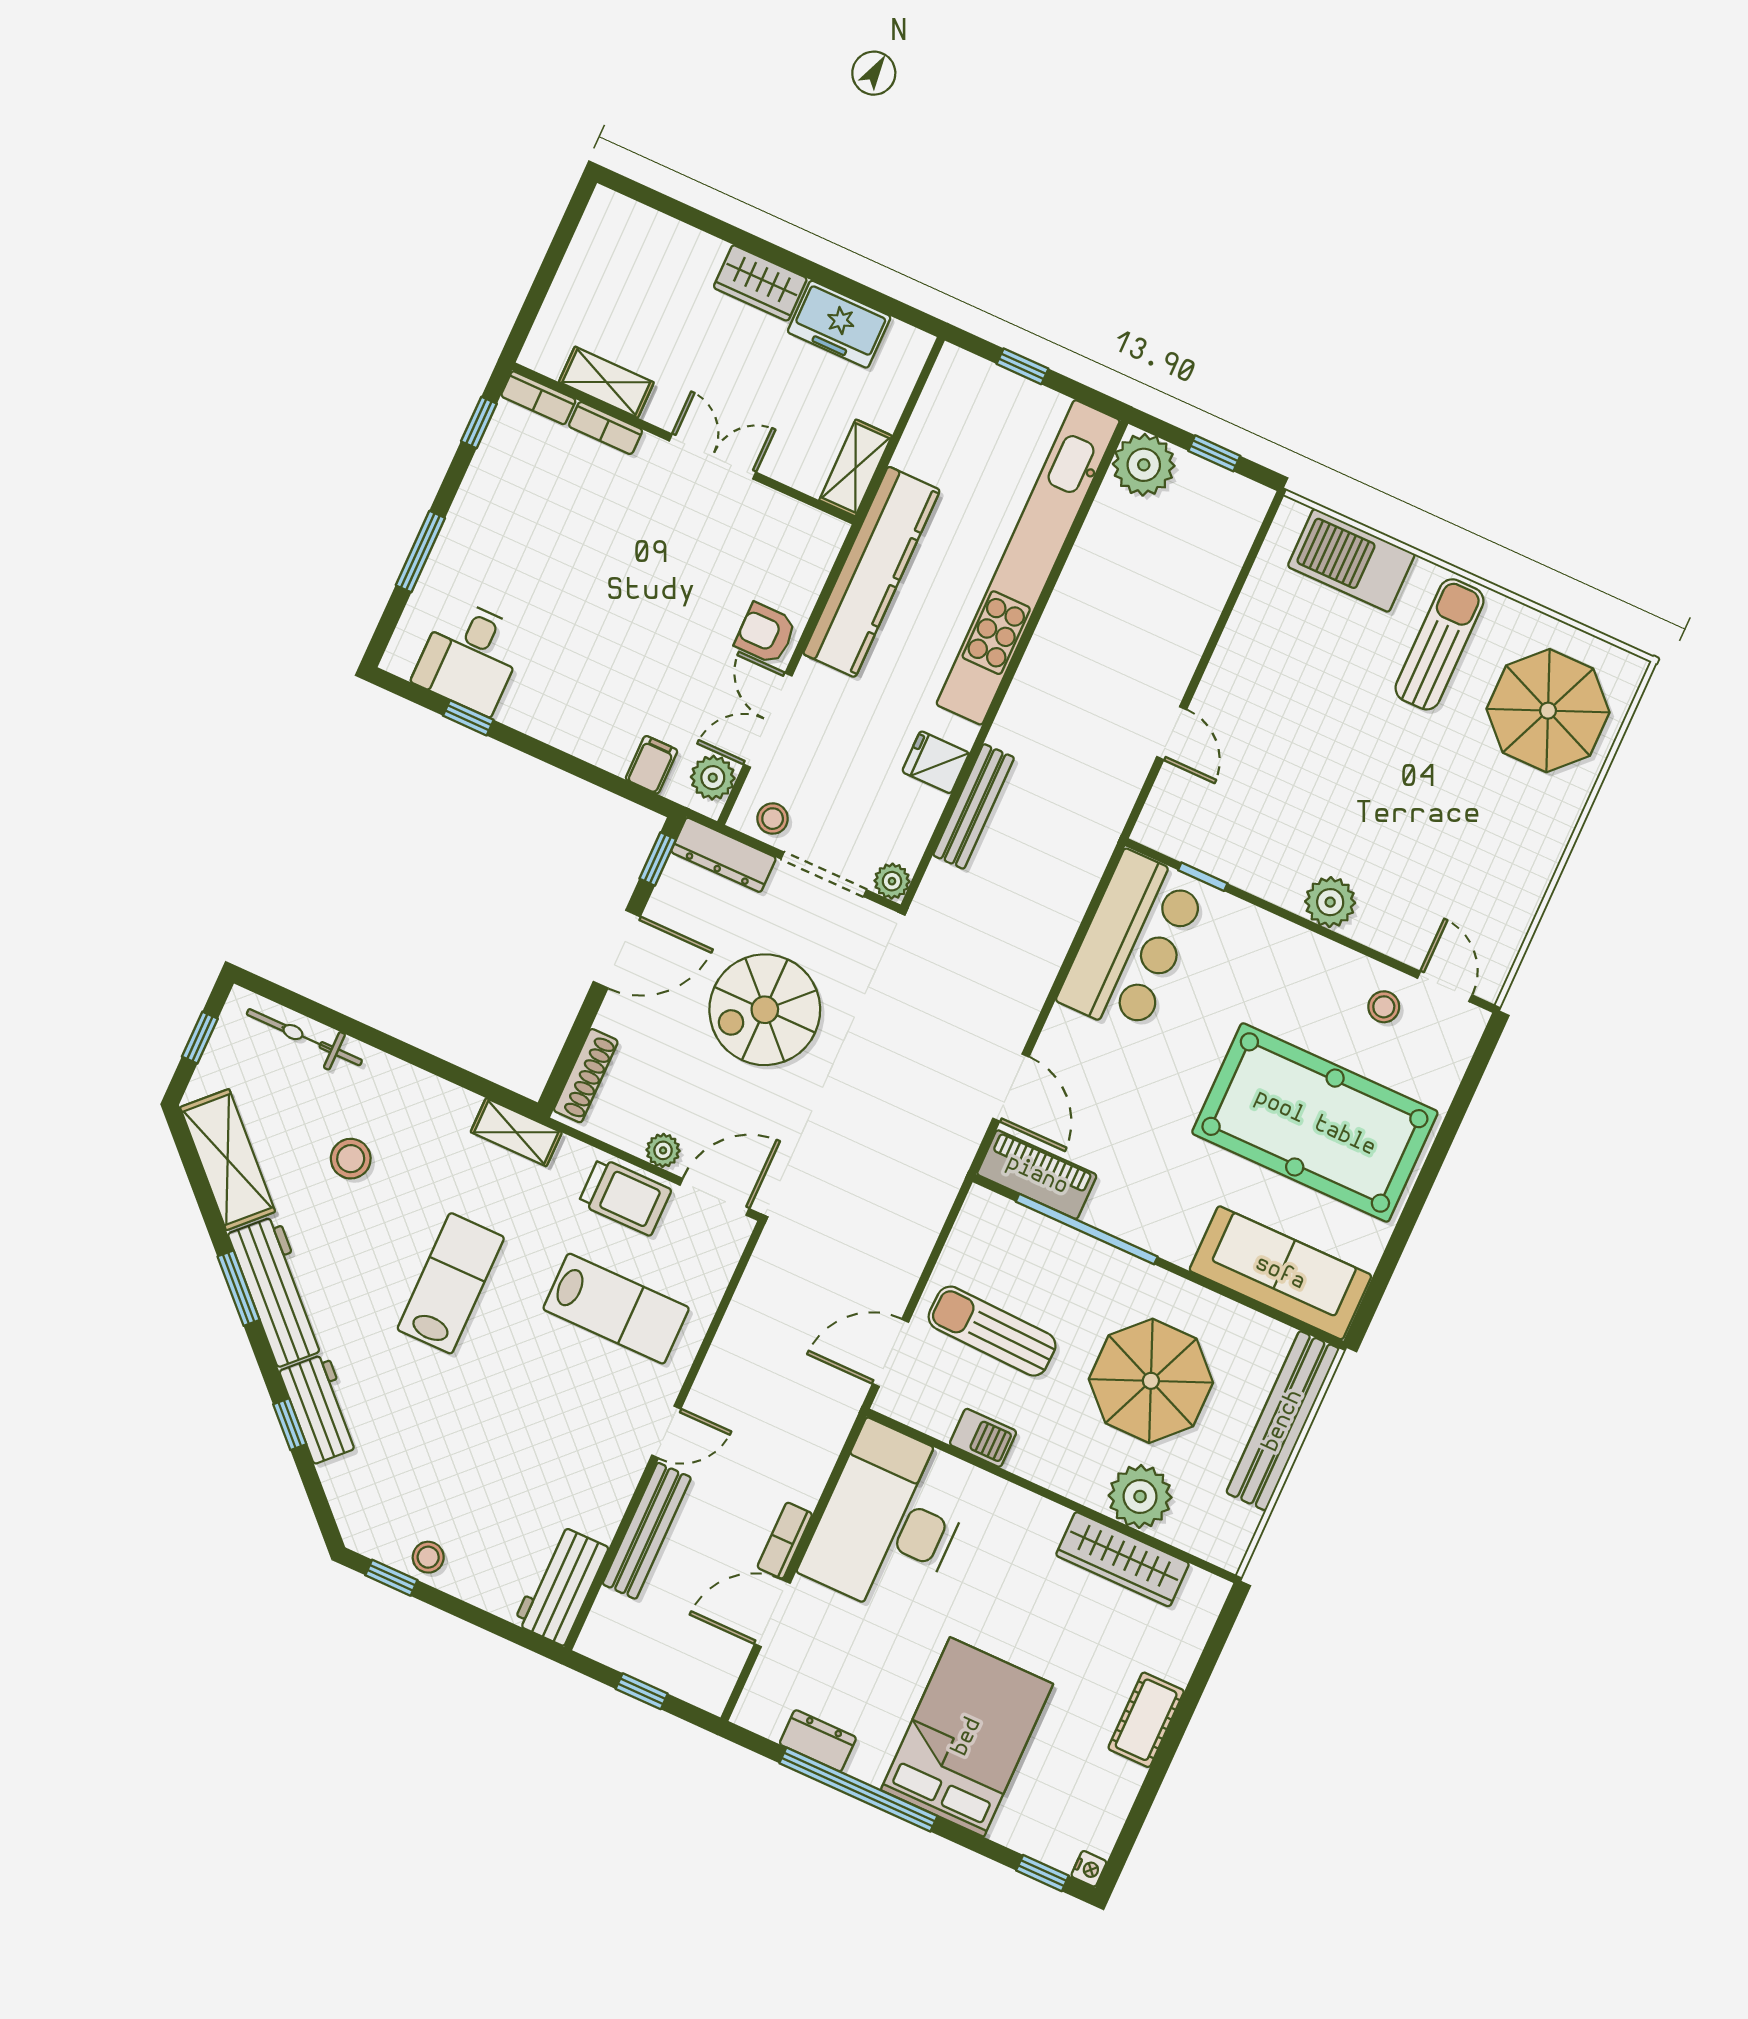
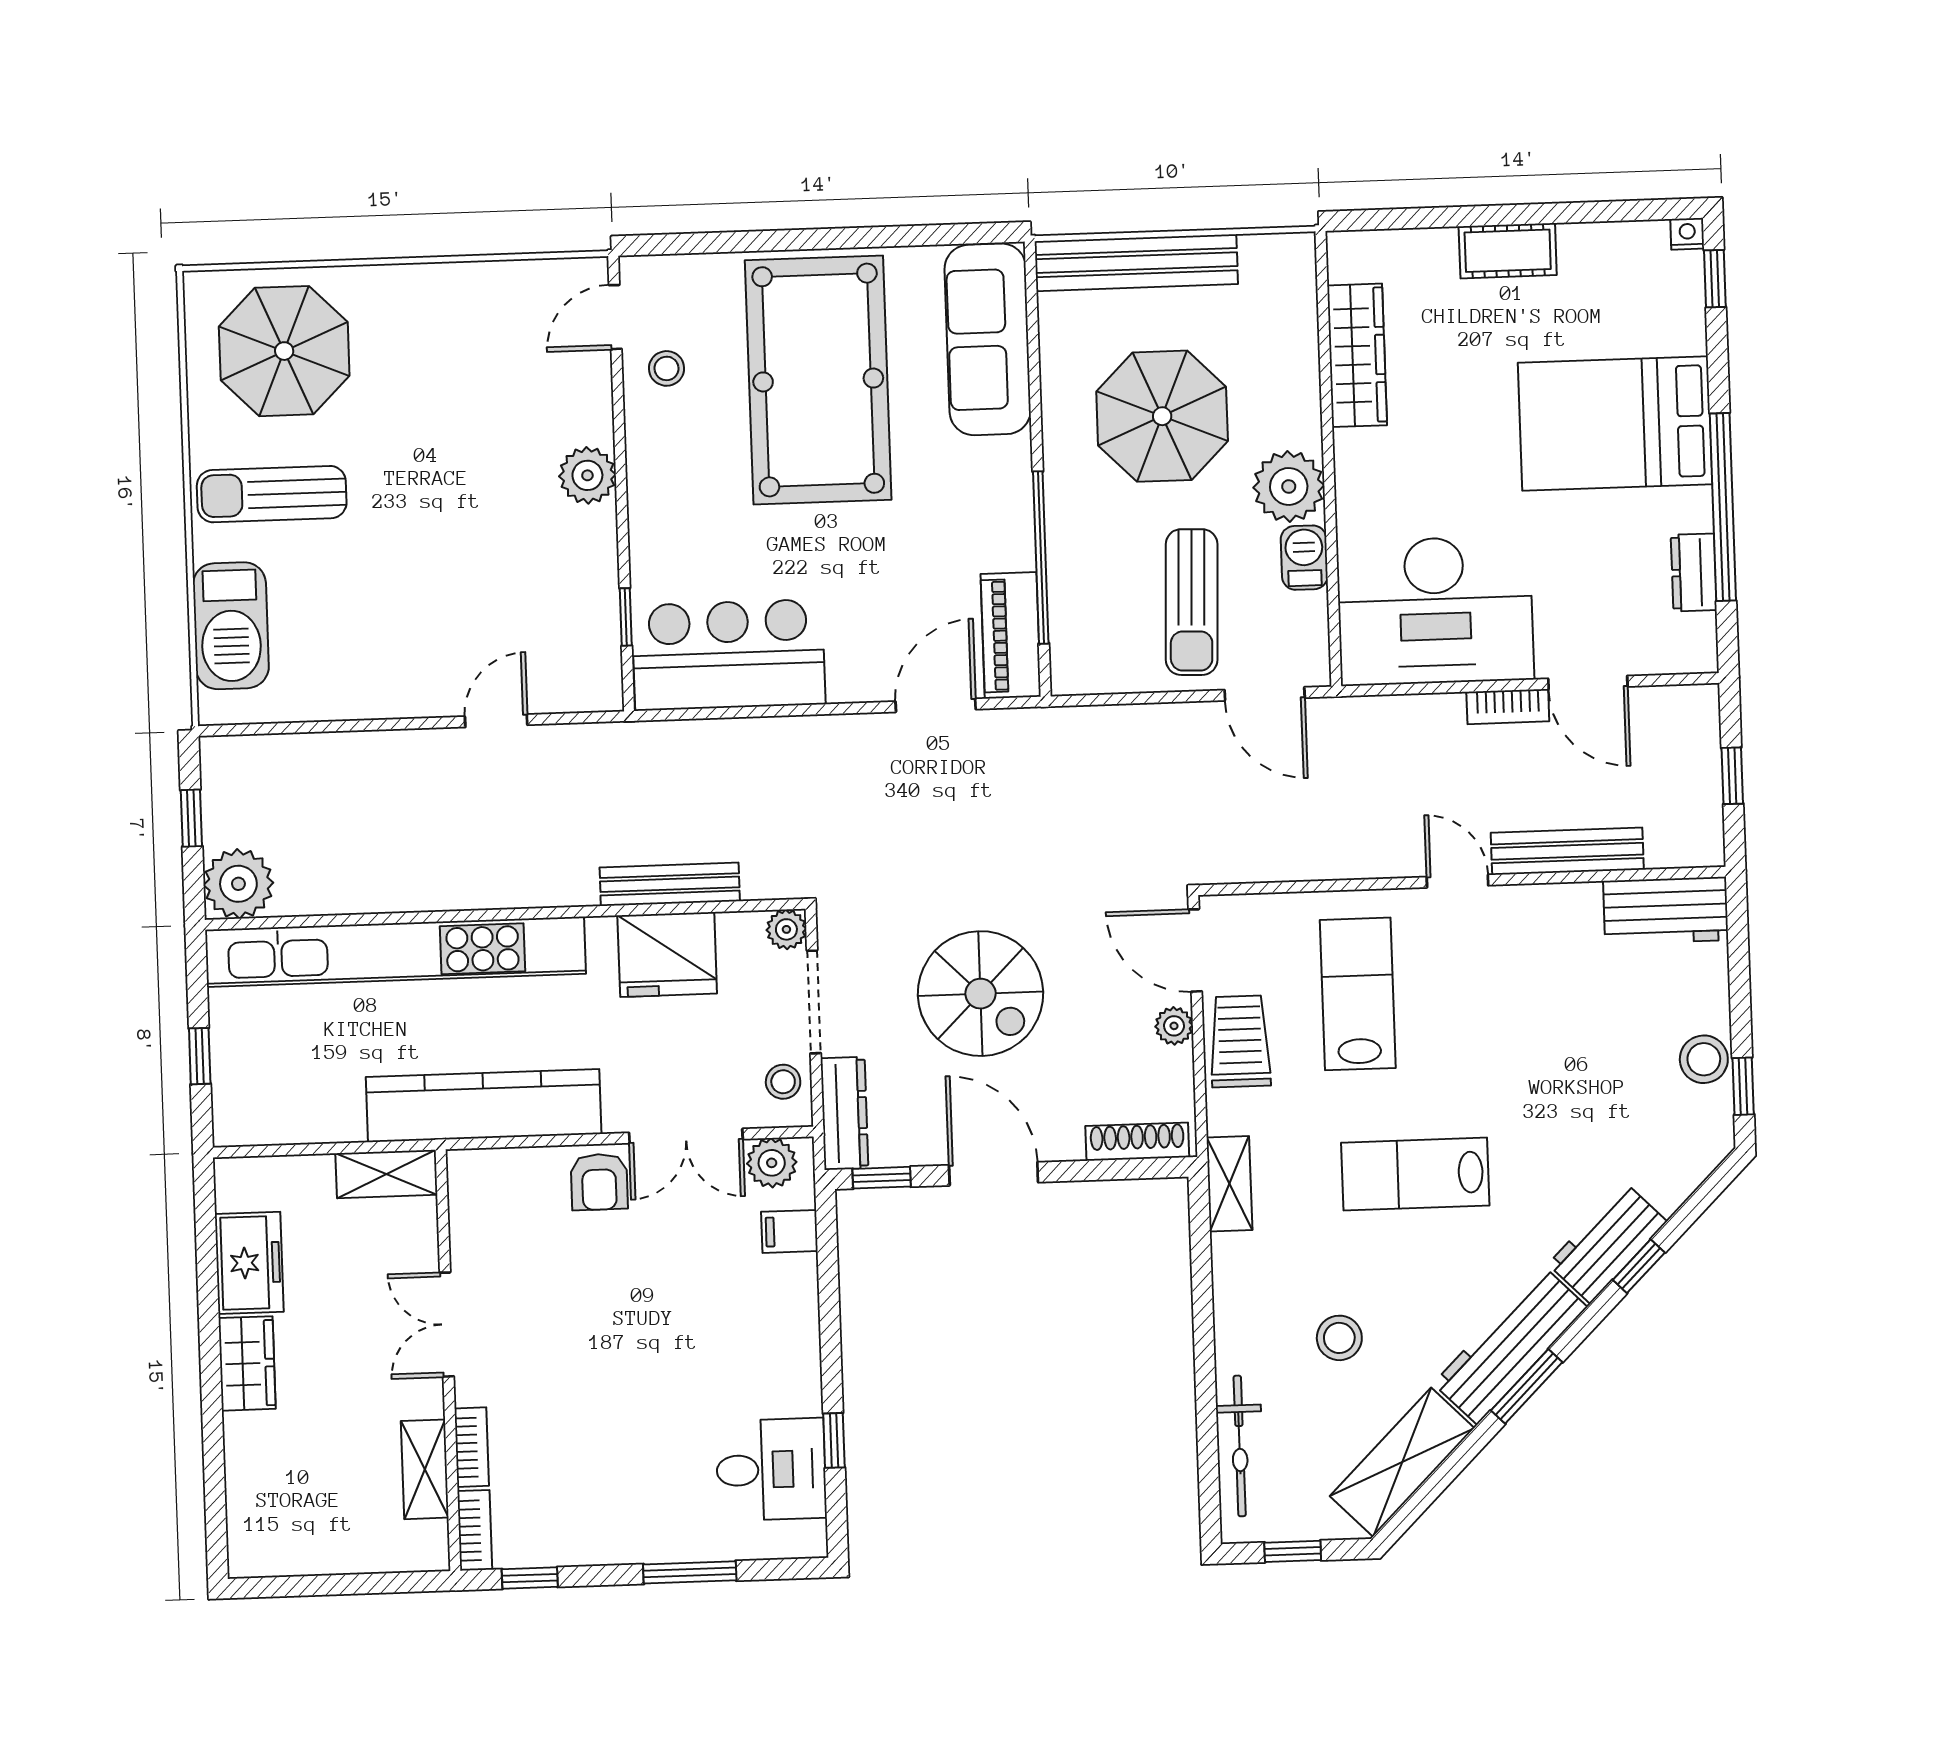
fridge: (936, 762) -> (667, 955), width x1.88, depth x1.34
plant: (1140, 1496) -> (1289, 486), moved
stool: (428, 1557) -> (1704, 1059), width x1.37, depth x1.37

